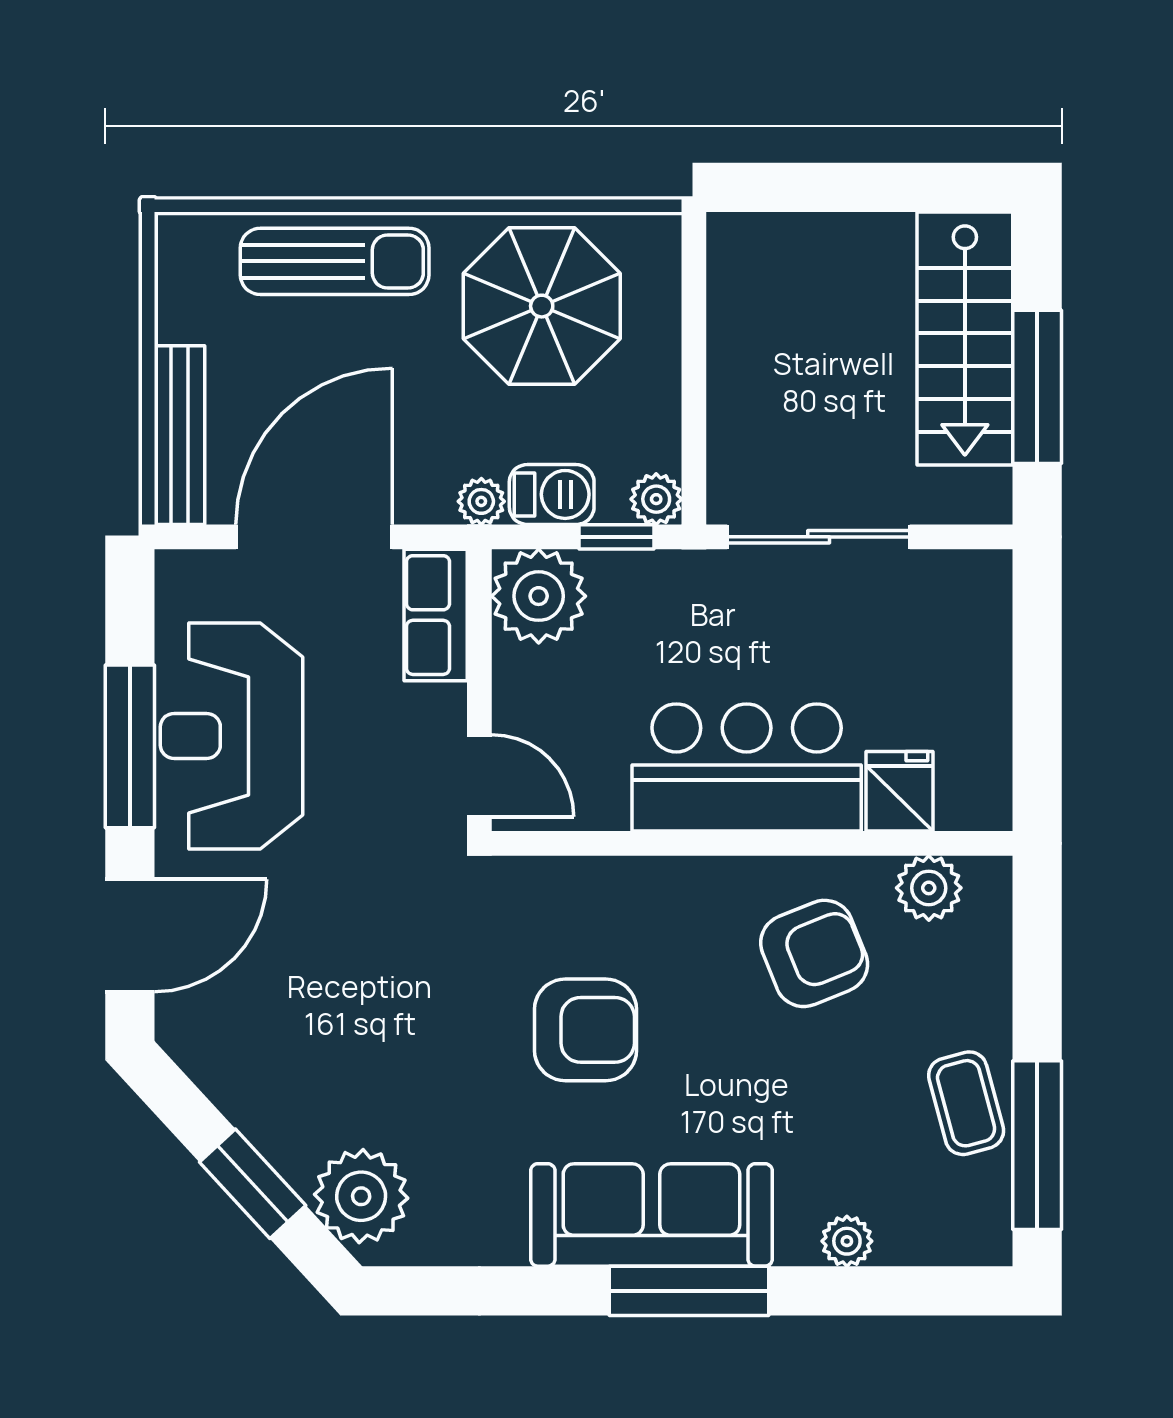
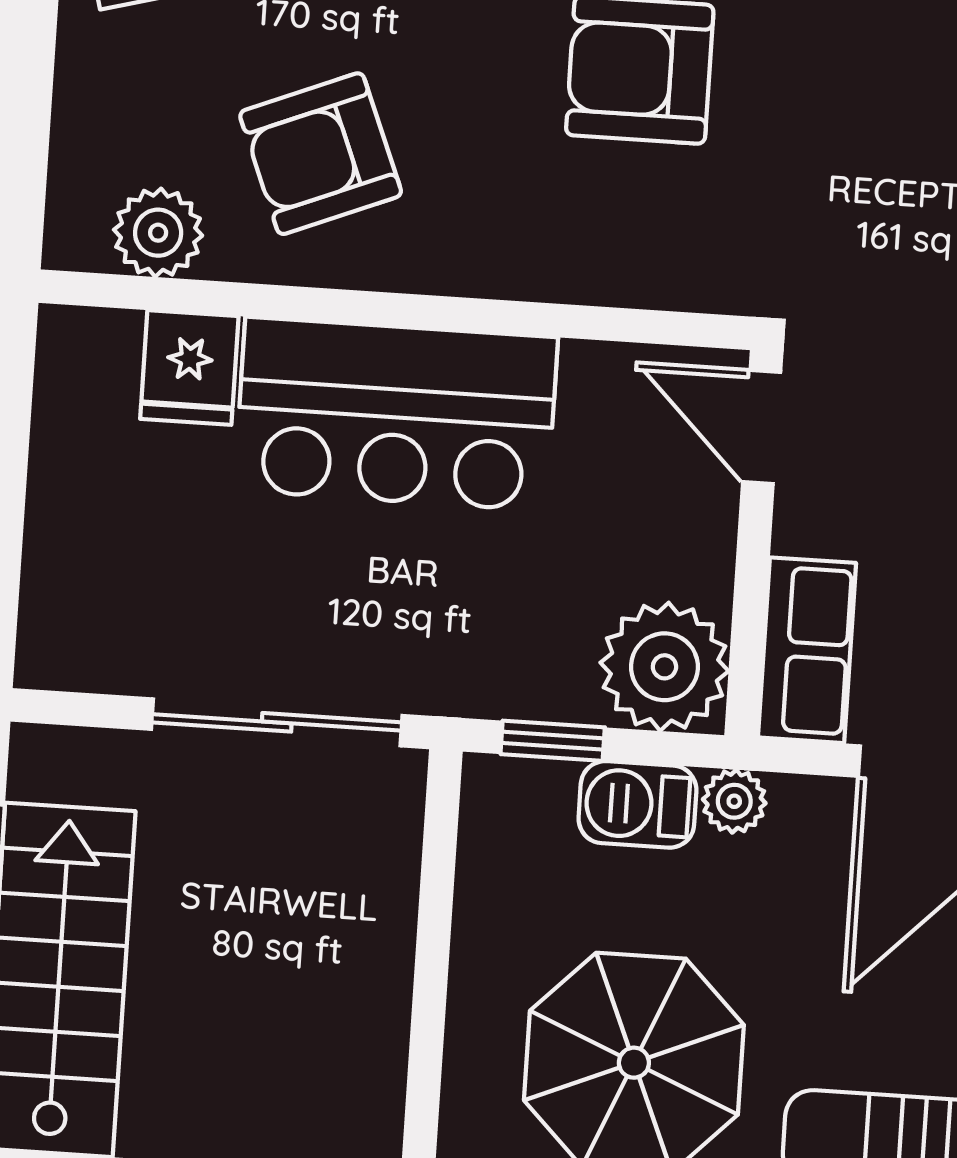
plant: (656, 499) -> (495, 789), removed

